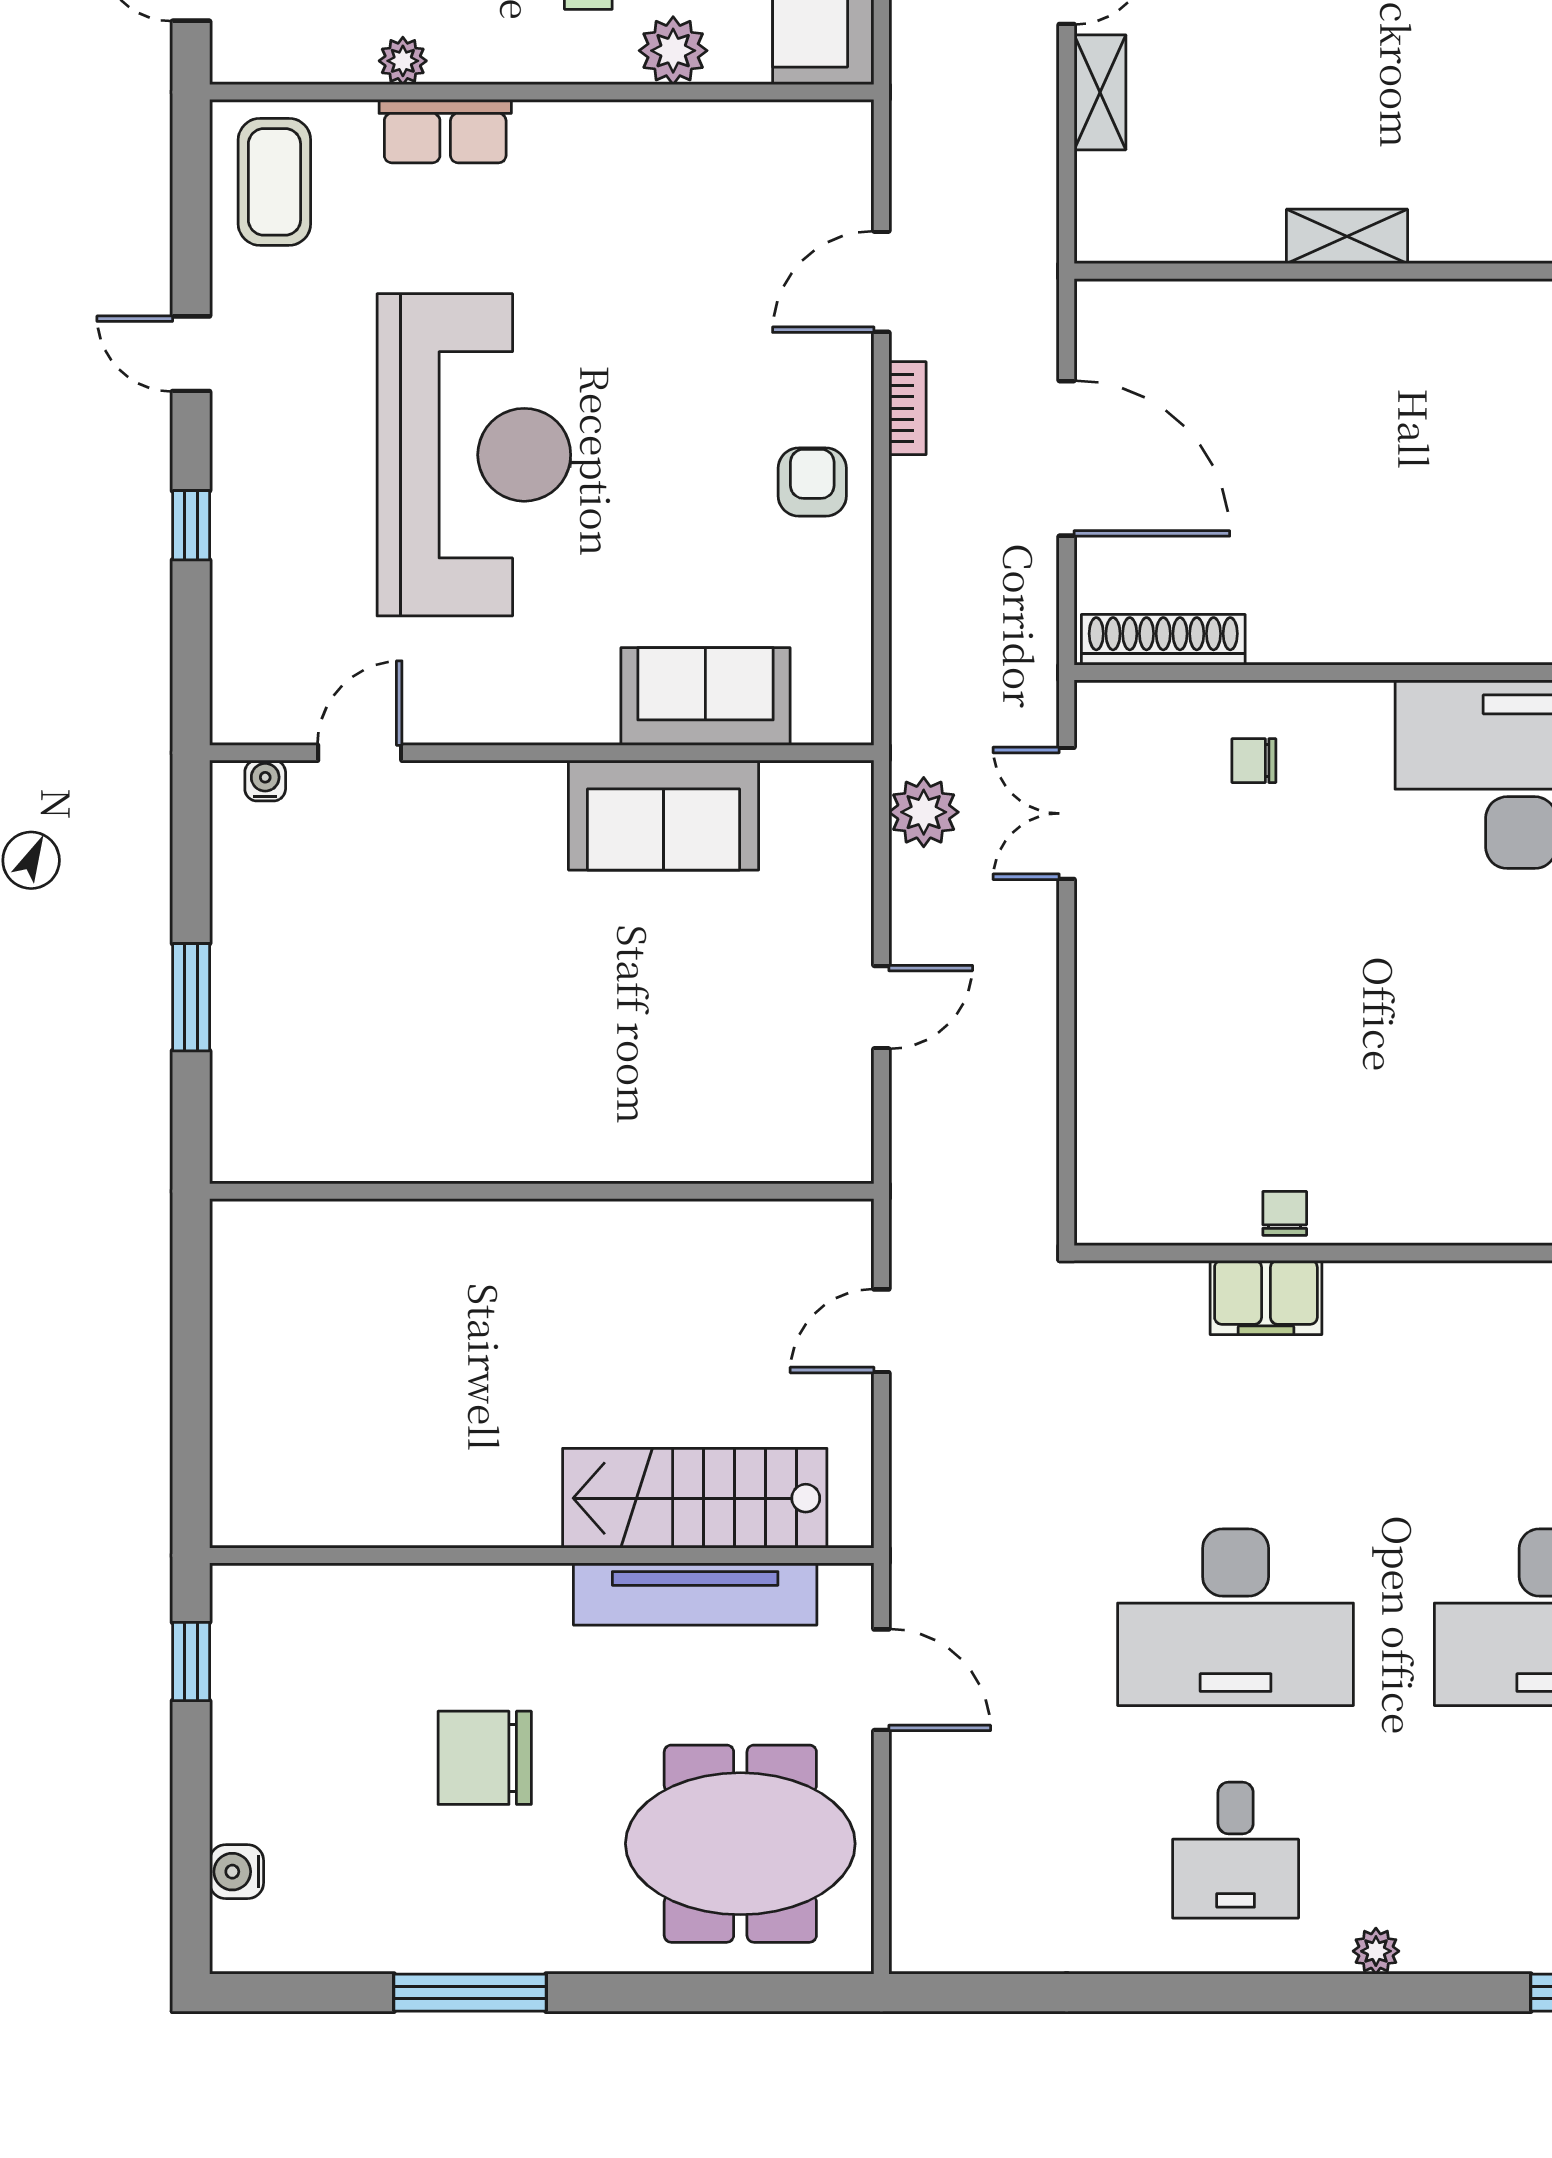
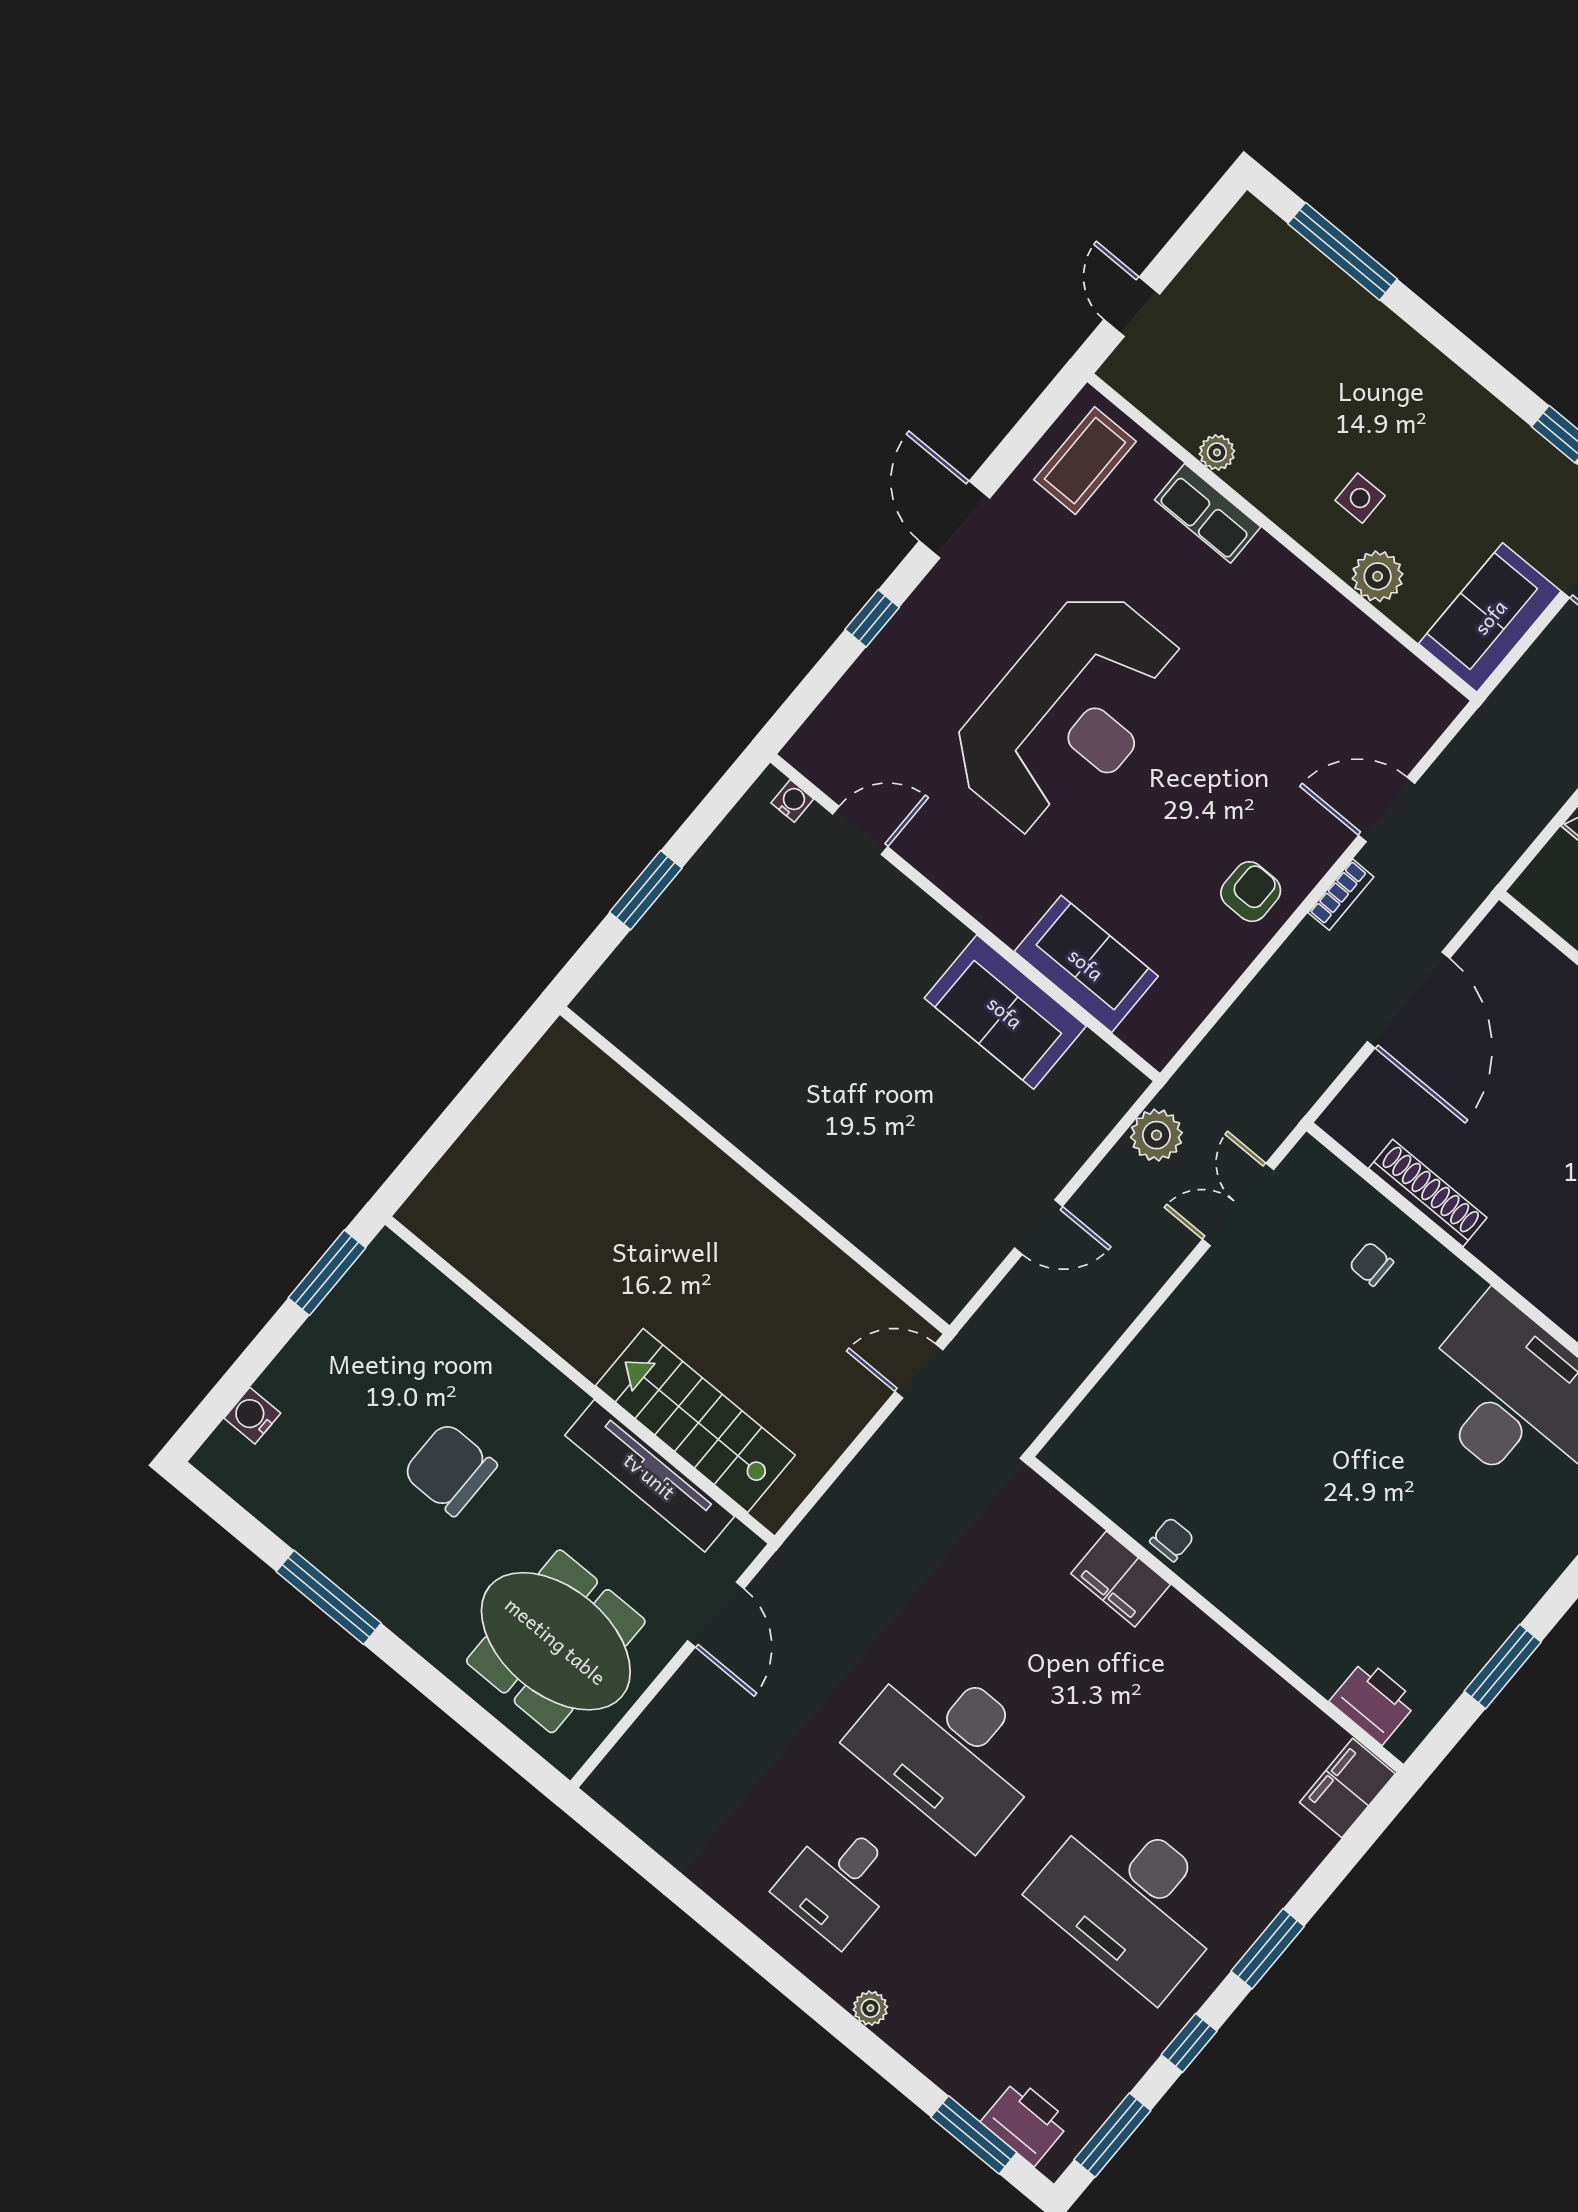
door: (191, 354) -> (954, 520), width x1.38
shoe rack: (1163, 640) -> (1428, 1193), moved
door: (881, 1331) -> (919, 1371), moved
window: (191, 1661) -> (327, 1273), width x1.50

